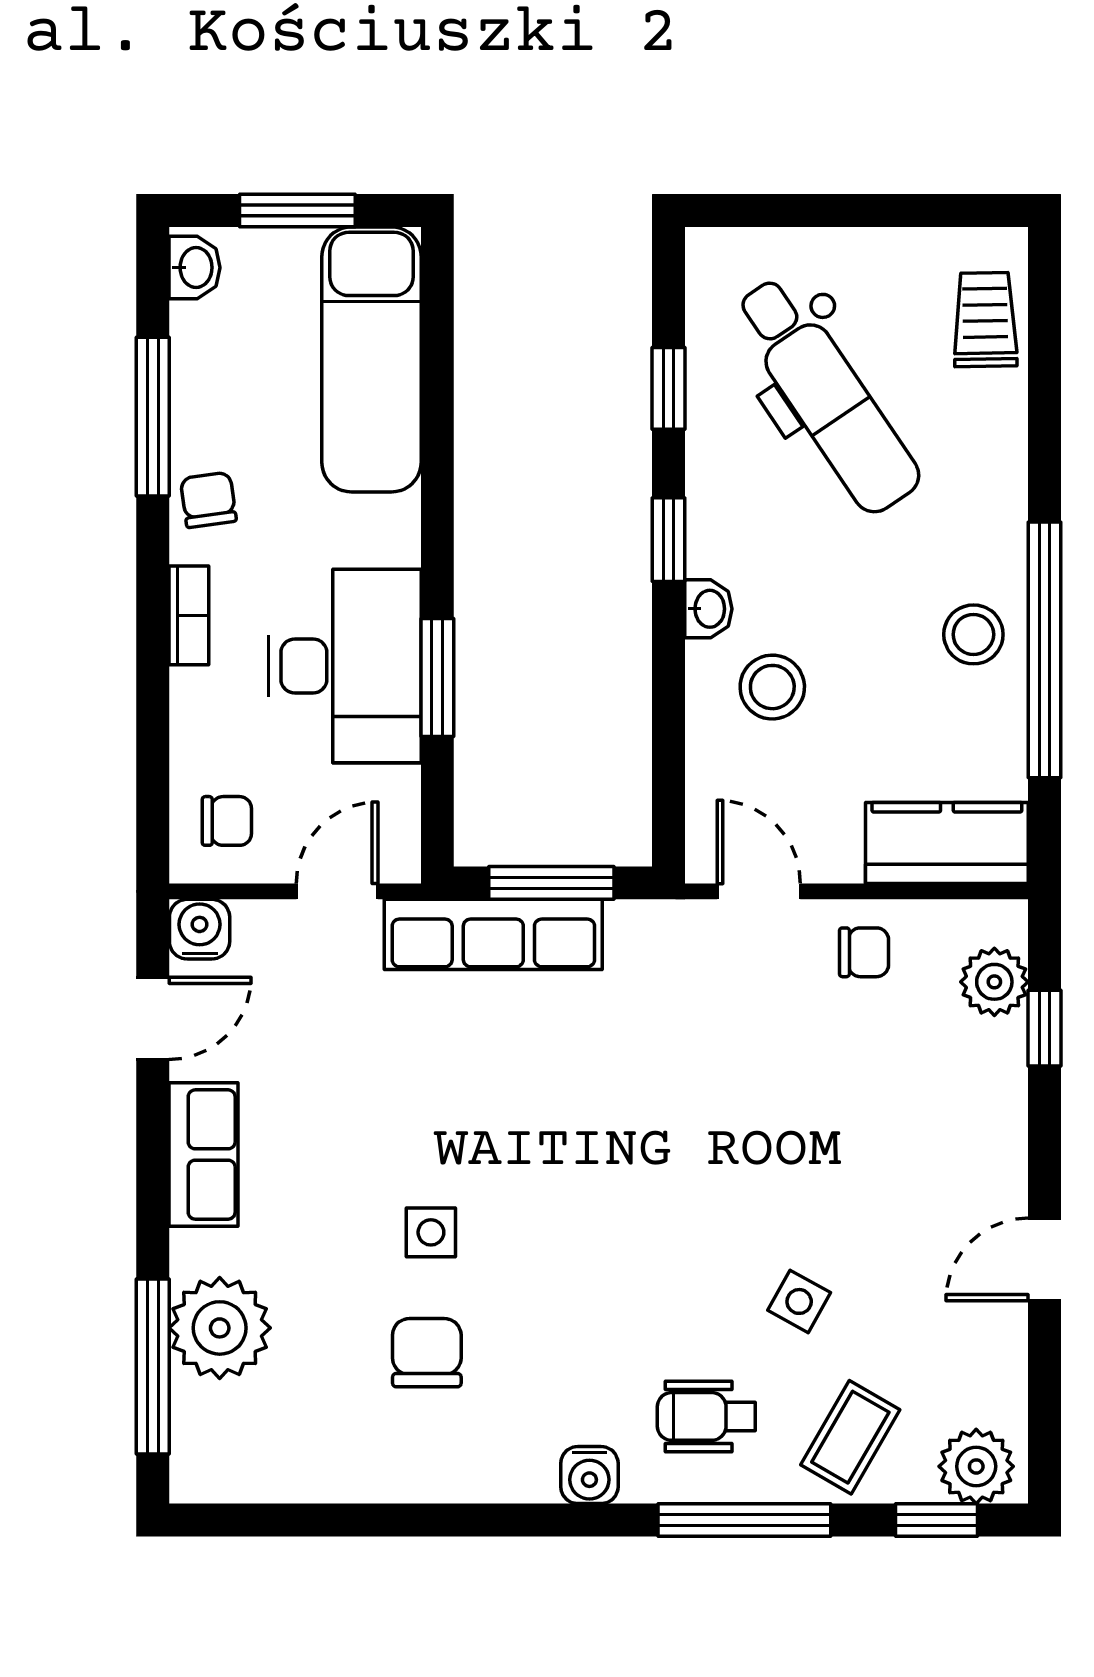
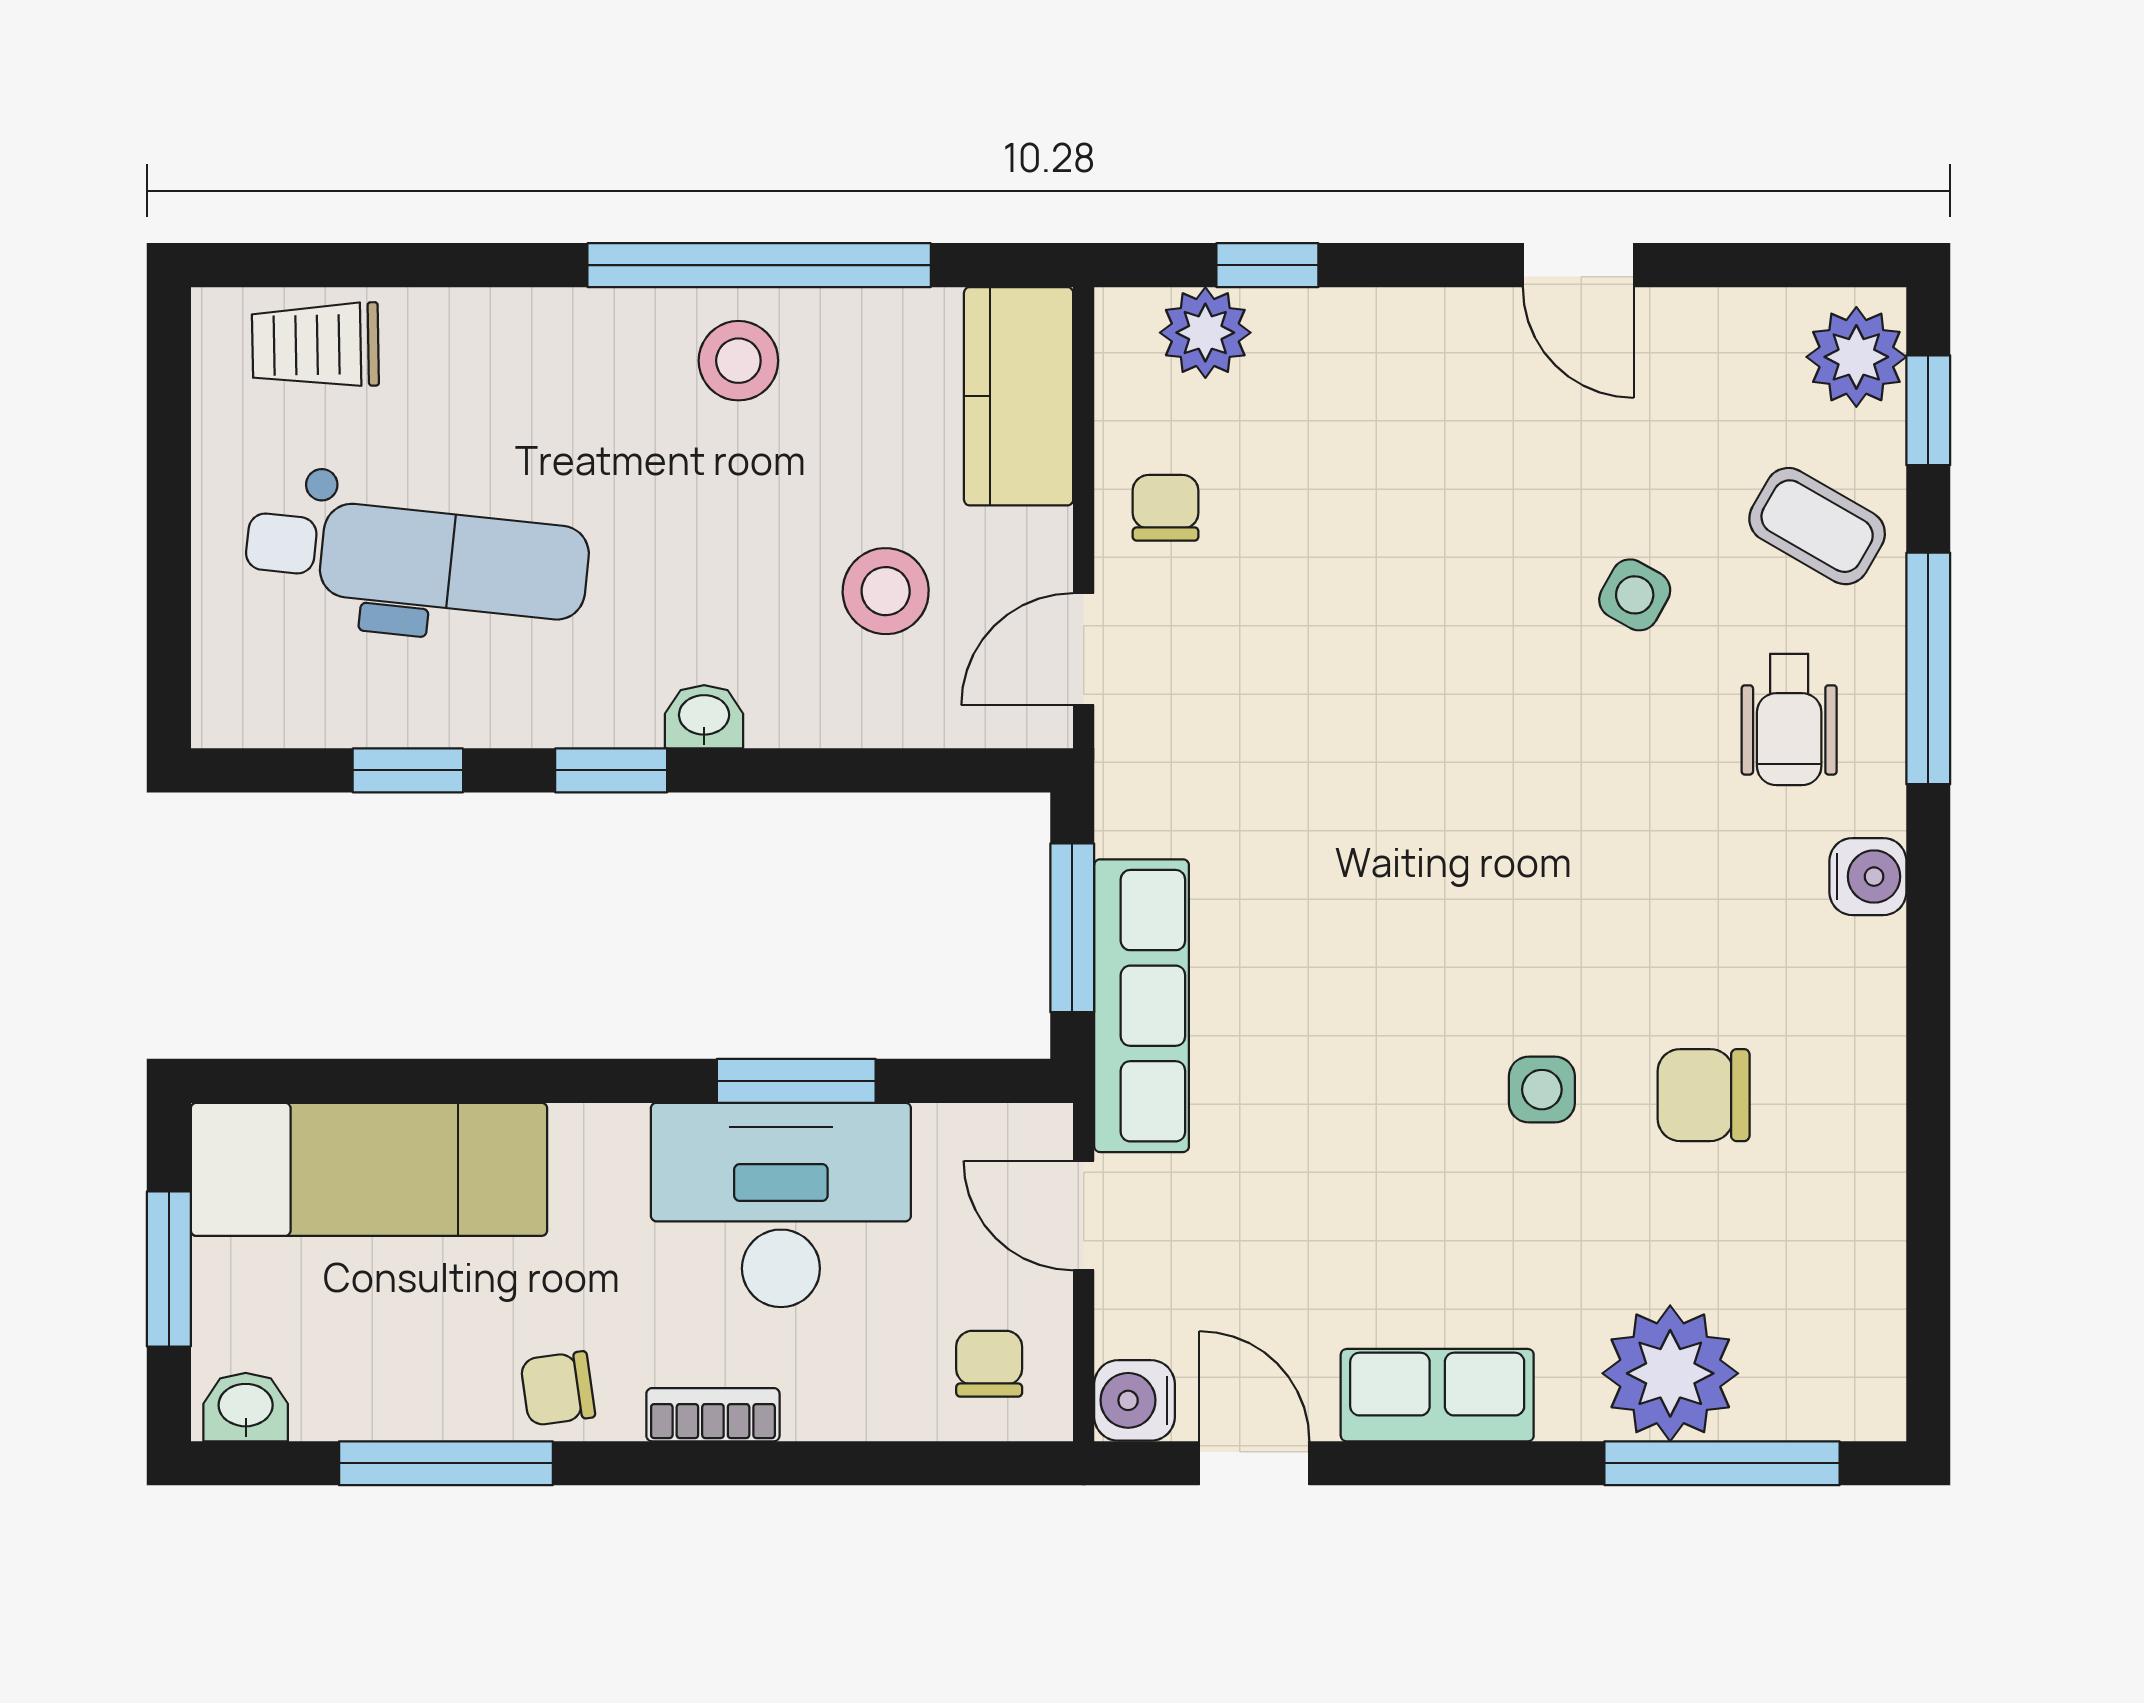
dental chair: (827, 395) -> (417, 558), turned 40
stool: (772, 687) -> (886, 591), moved

